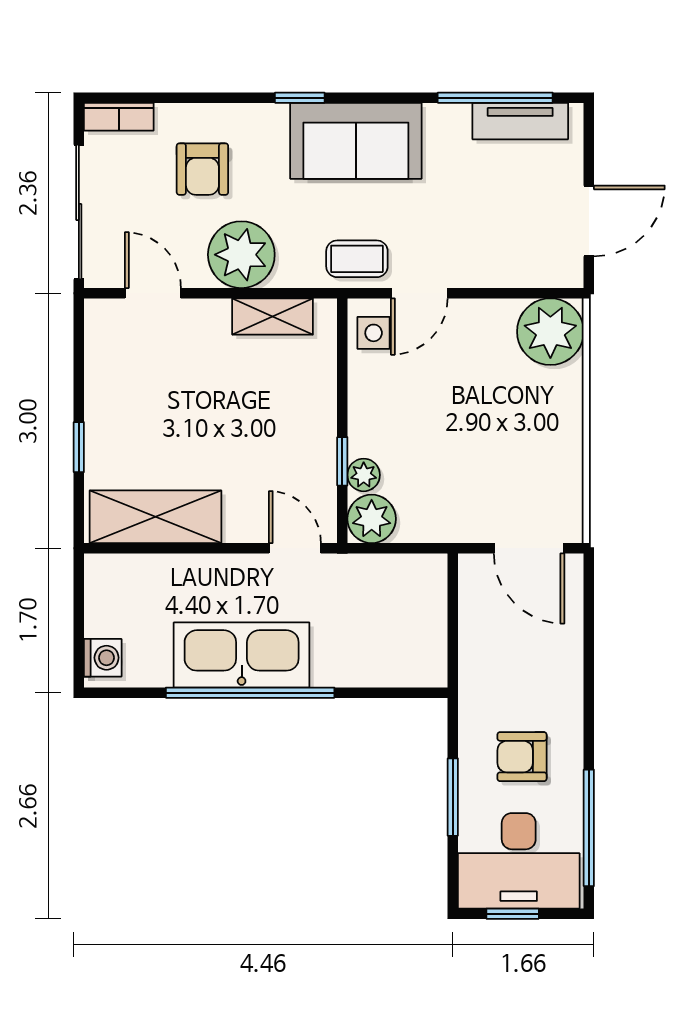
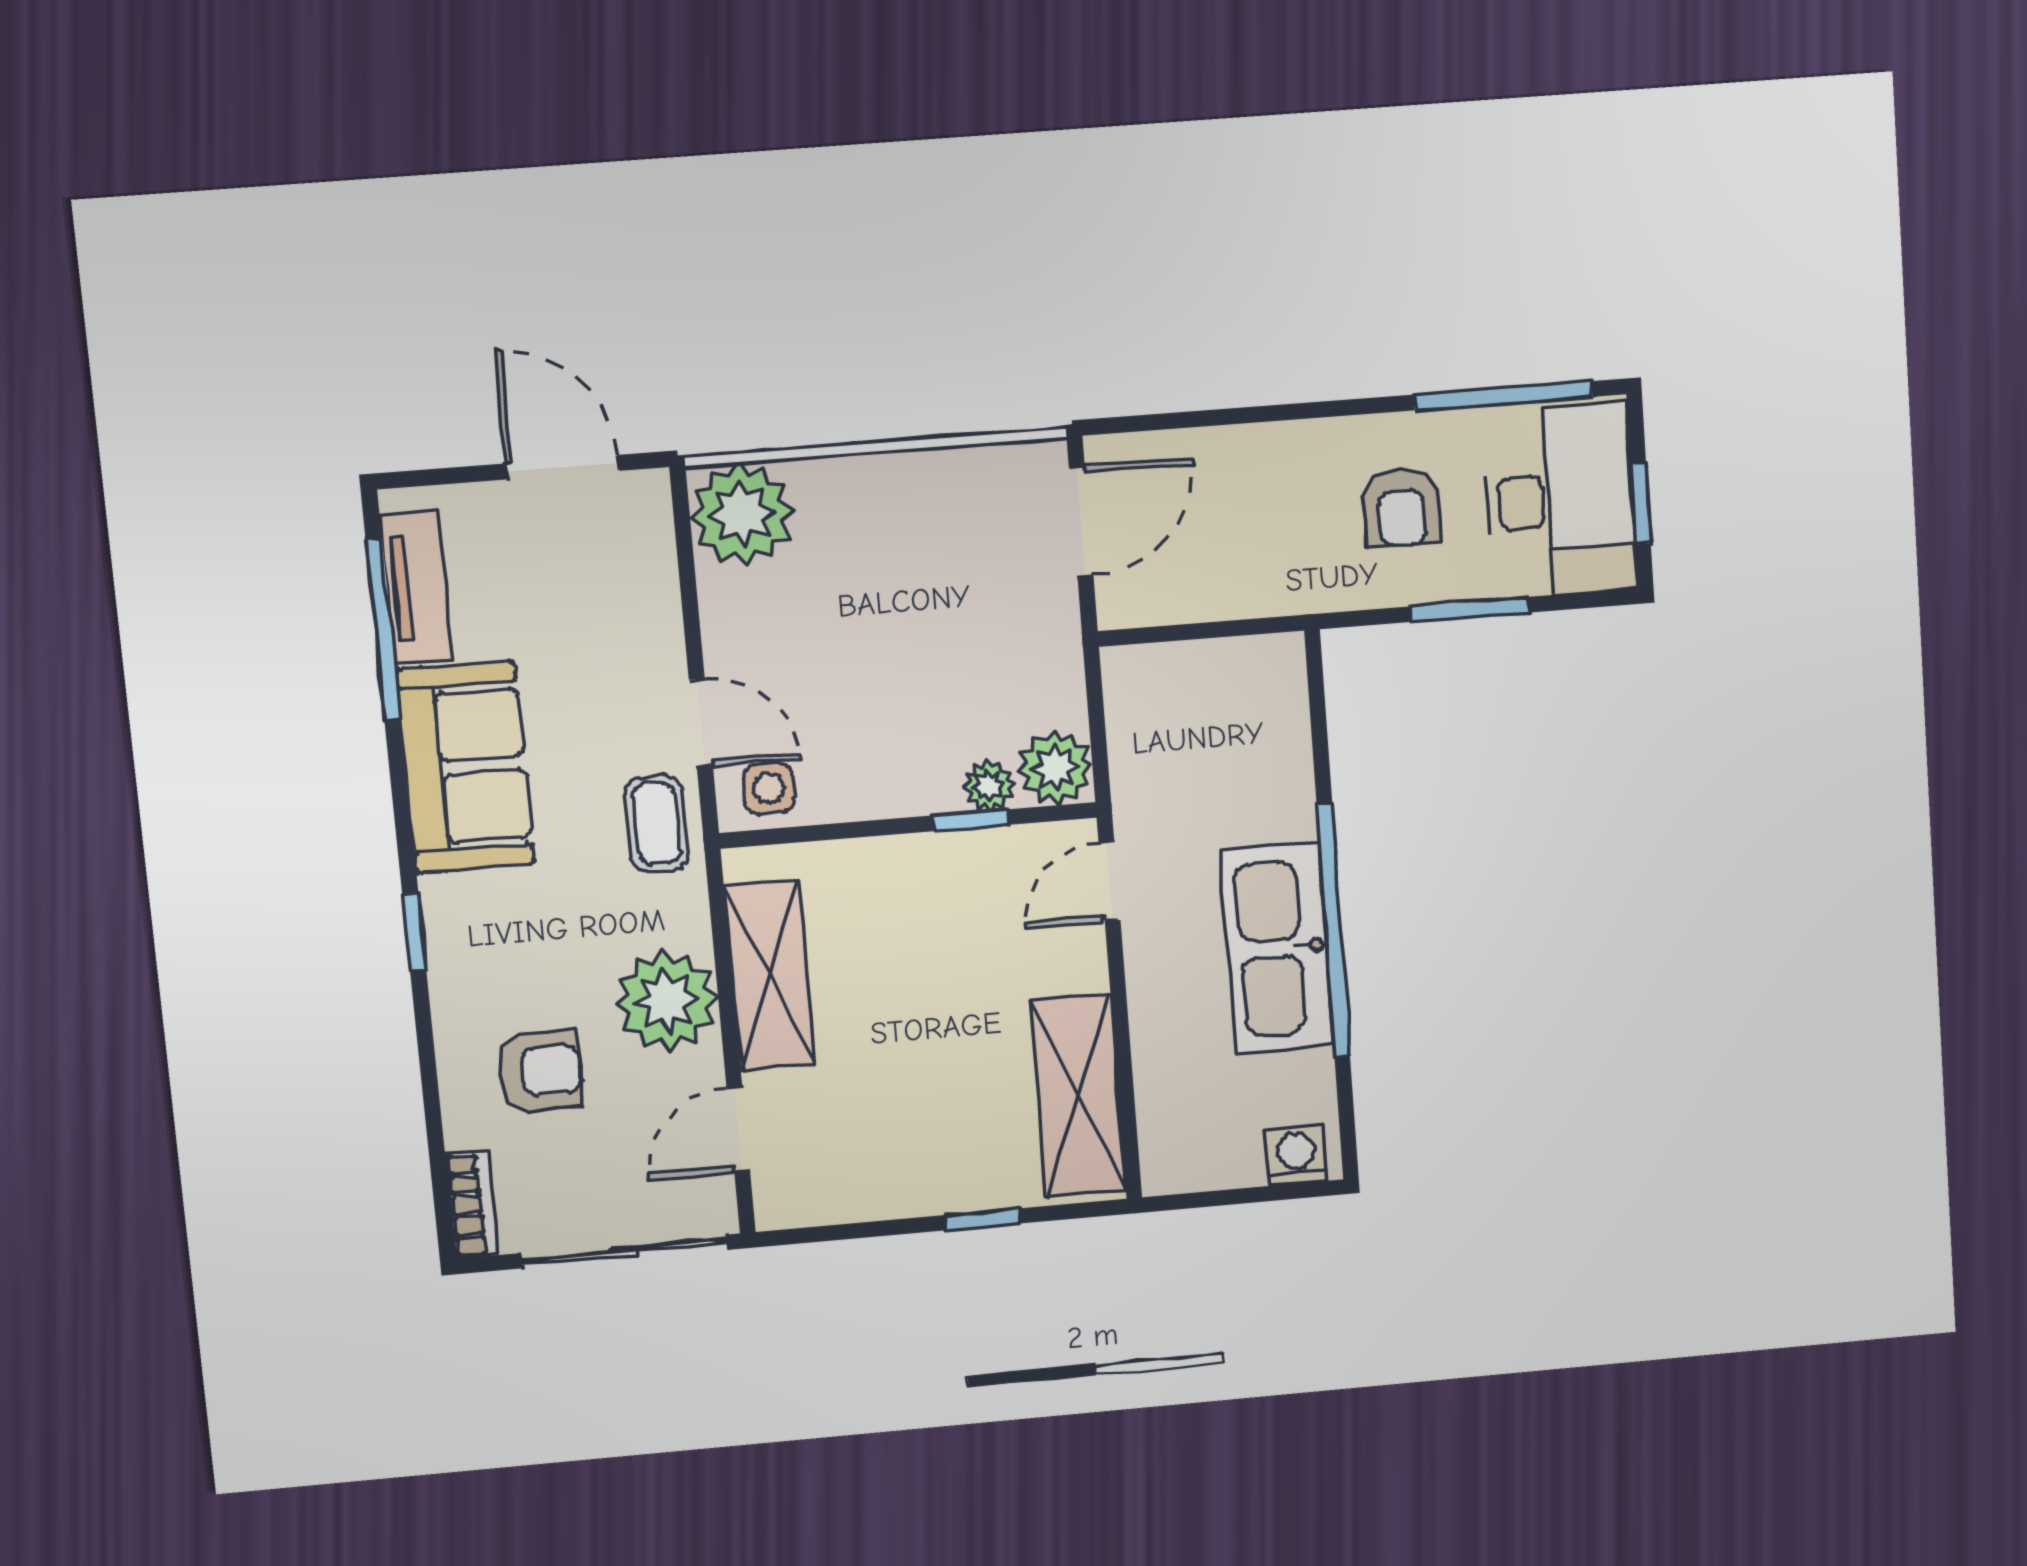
sofa: (356, 141) -> (465, 767), moved
shelving: (273, 316) -> (770, 975), width x1.50, depth x1.33

